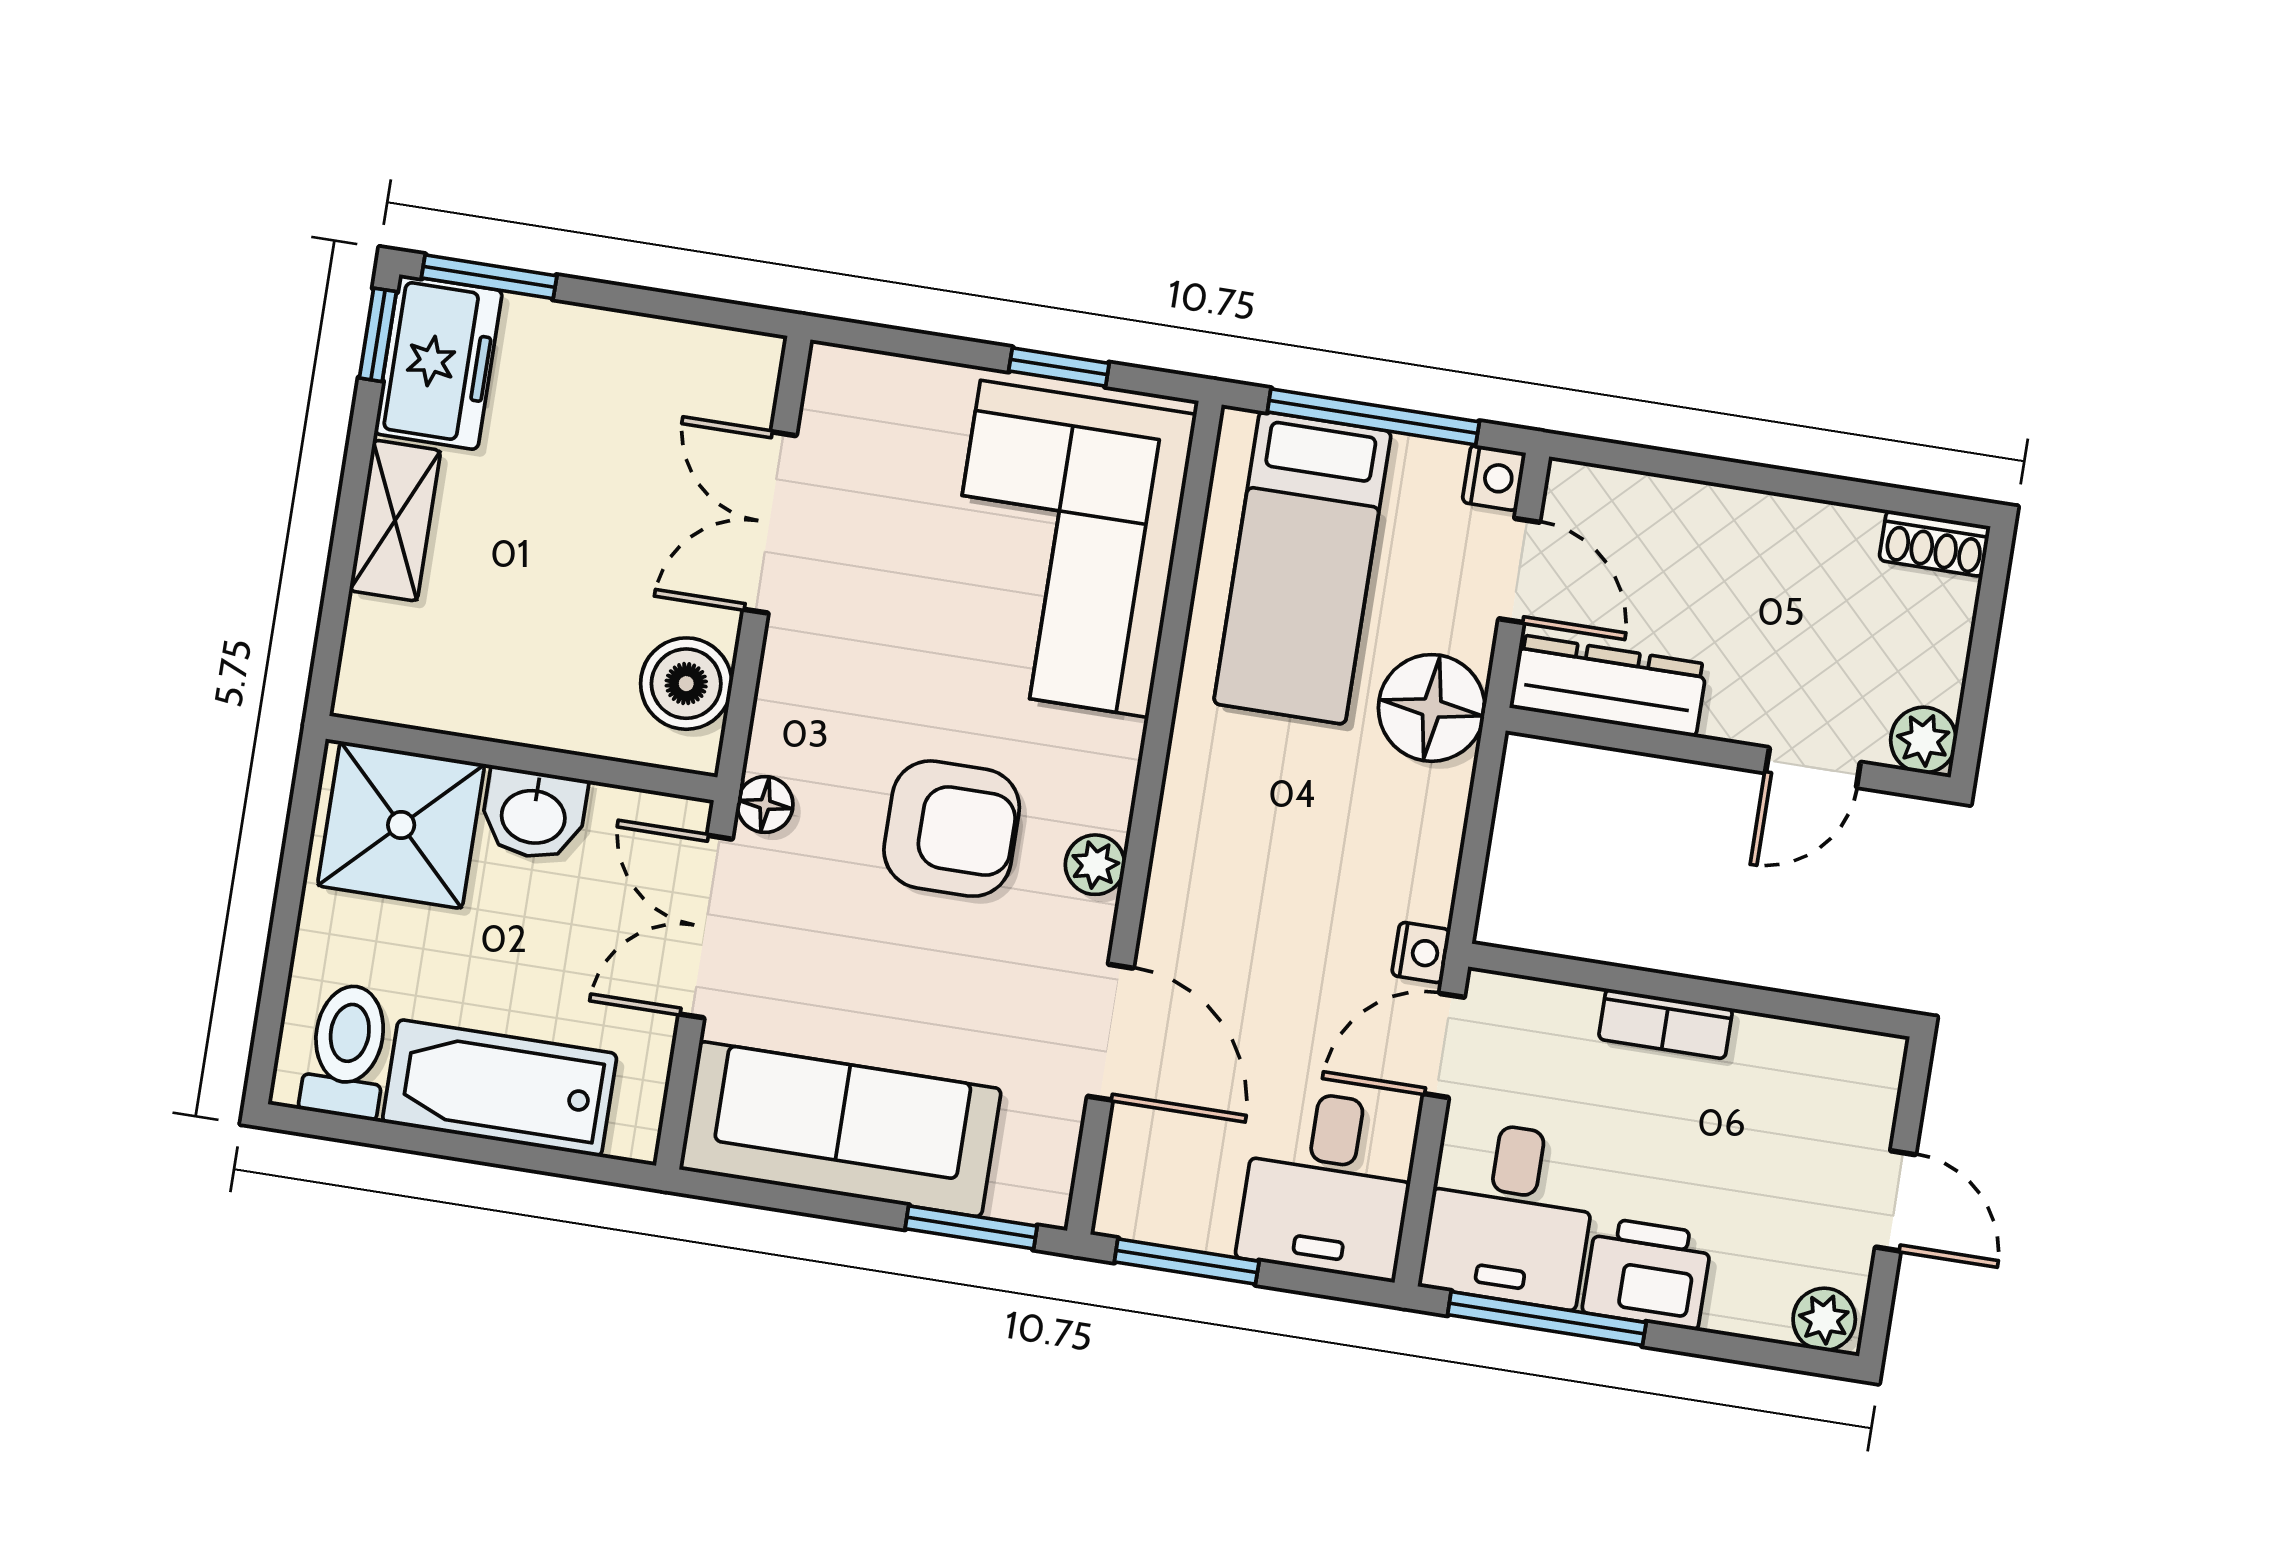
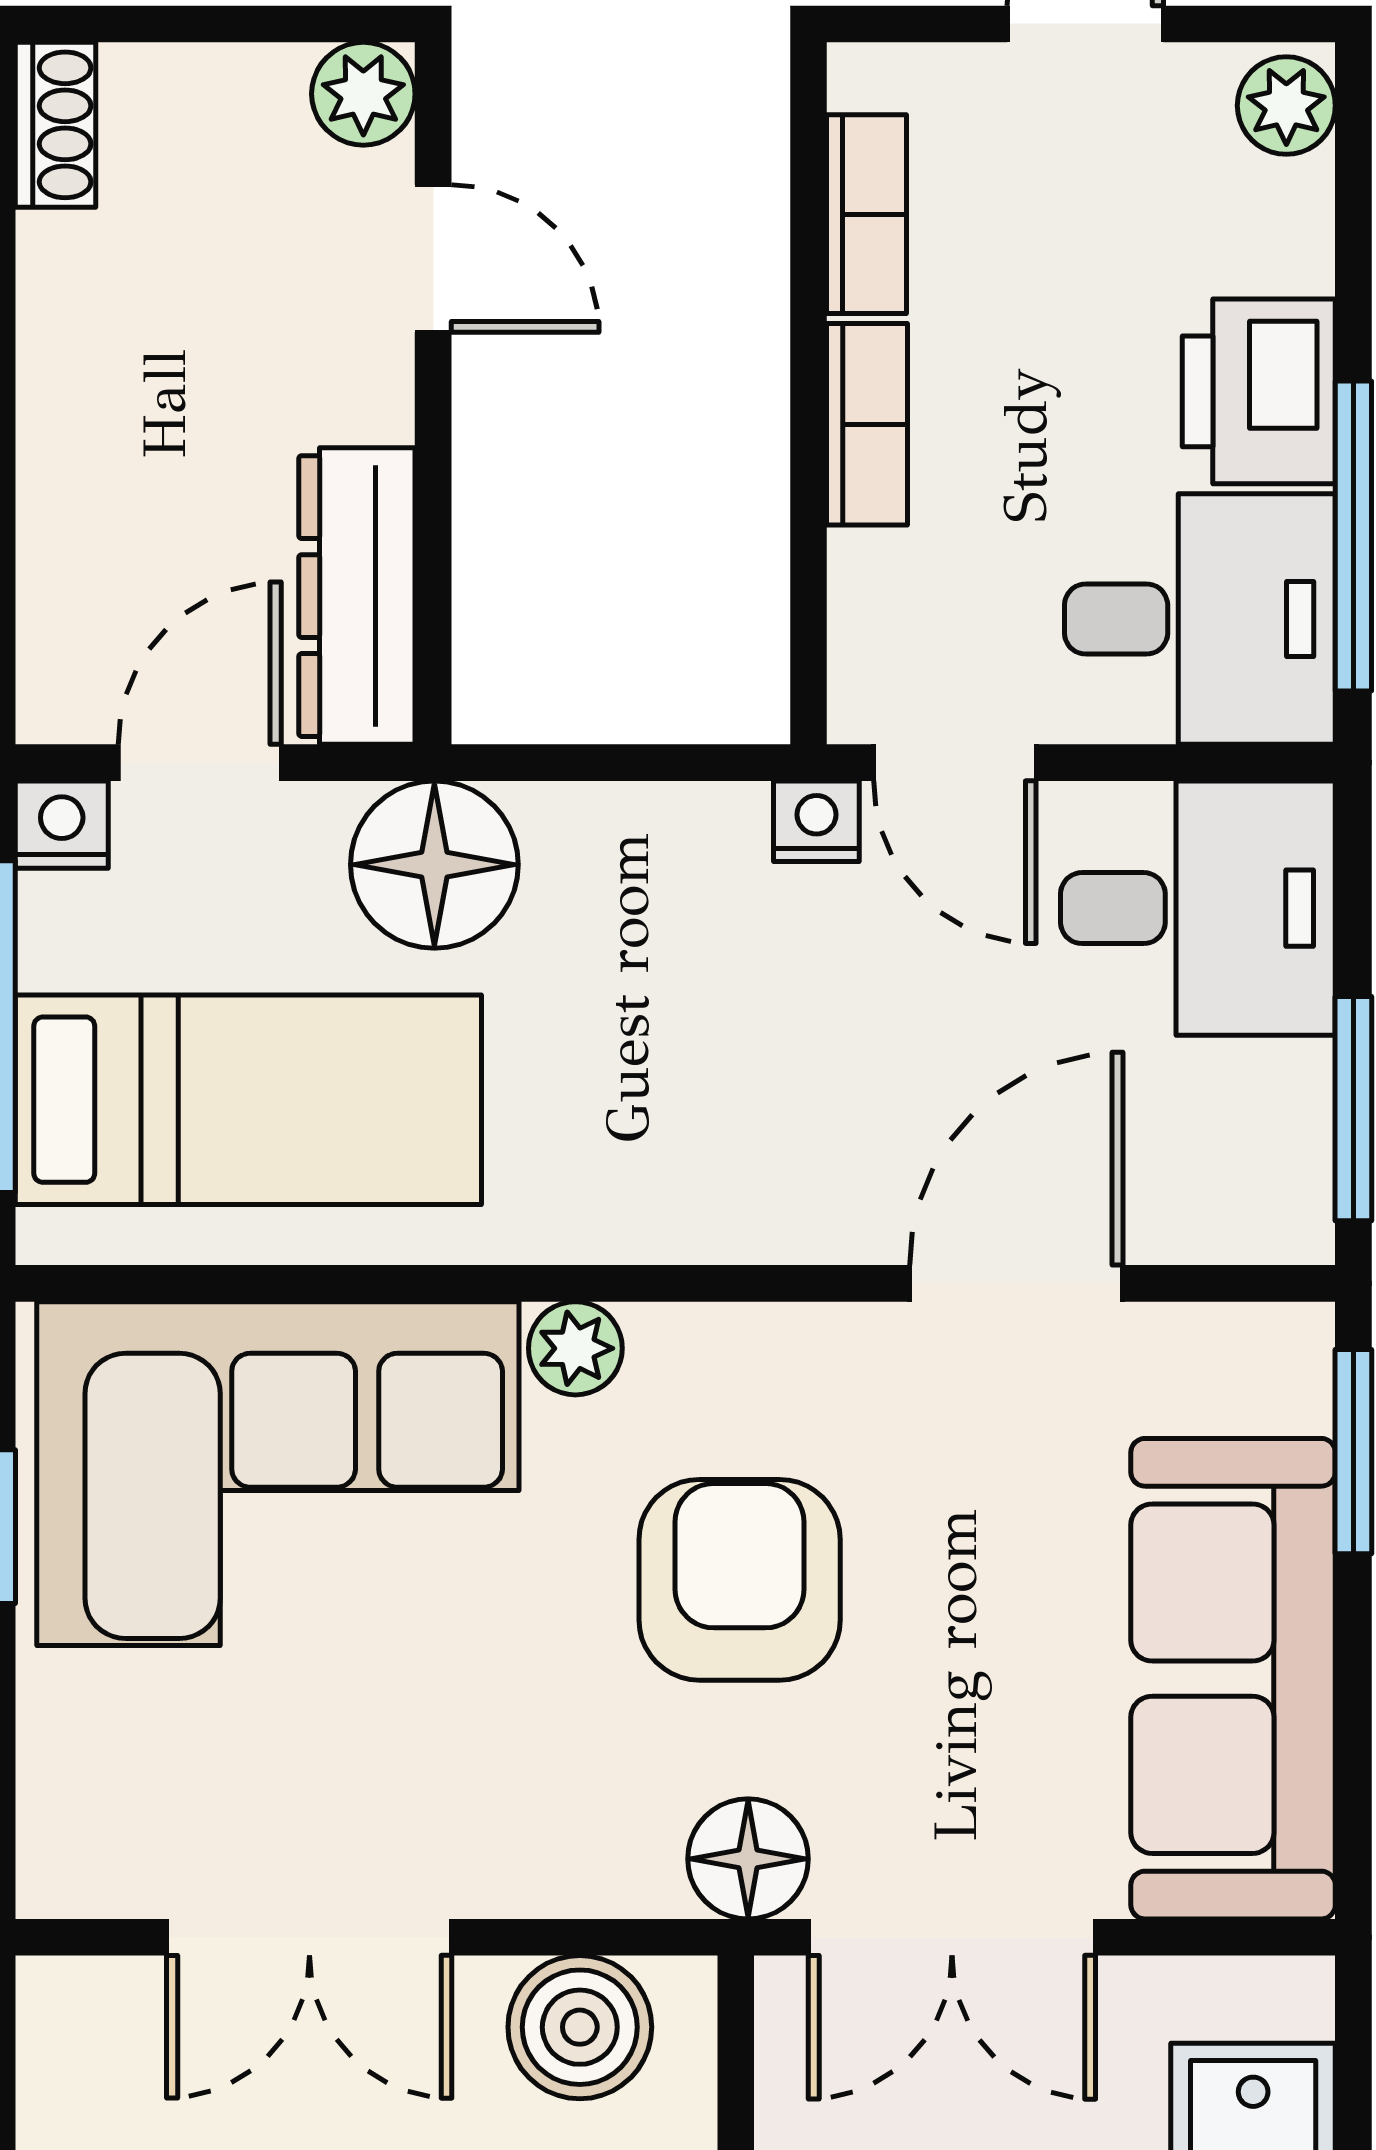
floor lamp: (765, 804) -> (748, 1859), width x1.37, depth x1.37
plant: (1095, 865) -> (575, 1348), moved
bookcase: (1798, 1044) -> (866, 214), added

